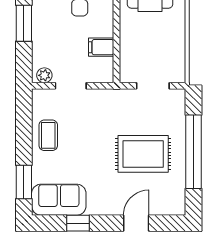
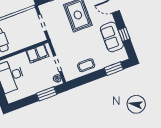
window: (24, 23) -> (47, 94), moved
filing cabinet: (101, 47) -> (37, 54), width x2.00
sofa: (59, 200) -> (112, 37), moved

